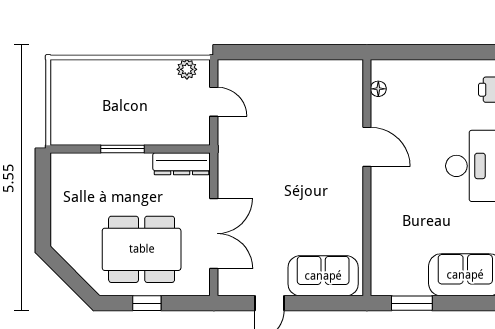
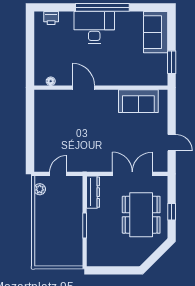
door: (367, 147) -> (83, 88), hinge flipped
sofa: (323, 276) -> (138, 101), moved, turned -90

